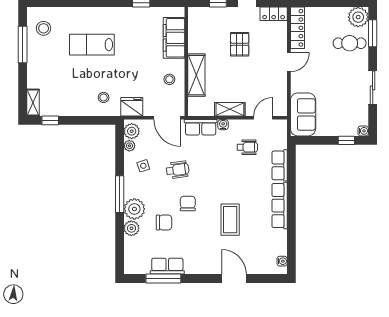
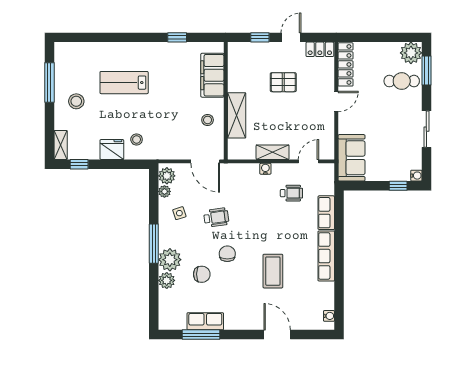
stool: (44, 28) -> (76, 101), moved
pallet: (240, 44) -> (283, 82), turned 90
fridge: (132, 107) -> (112, 149), moved
row of seats: (201, 127) -> (241, 172), removed

